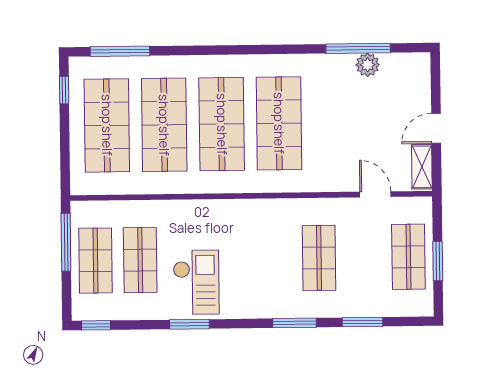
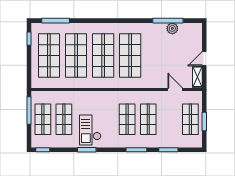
shop shelf: (274, 258) -> (127, 119), added
checkout: (196, 282) -> (90, 130), turned 180

